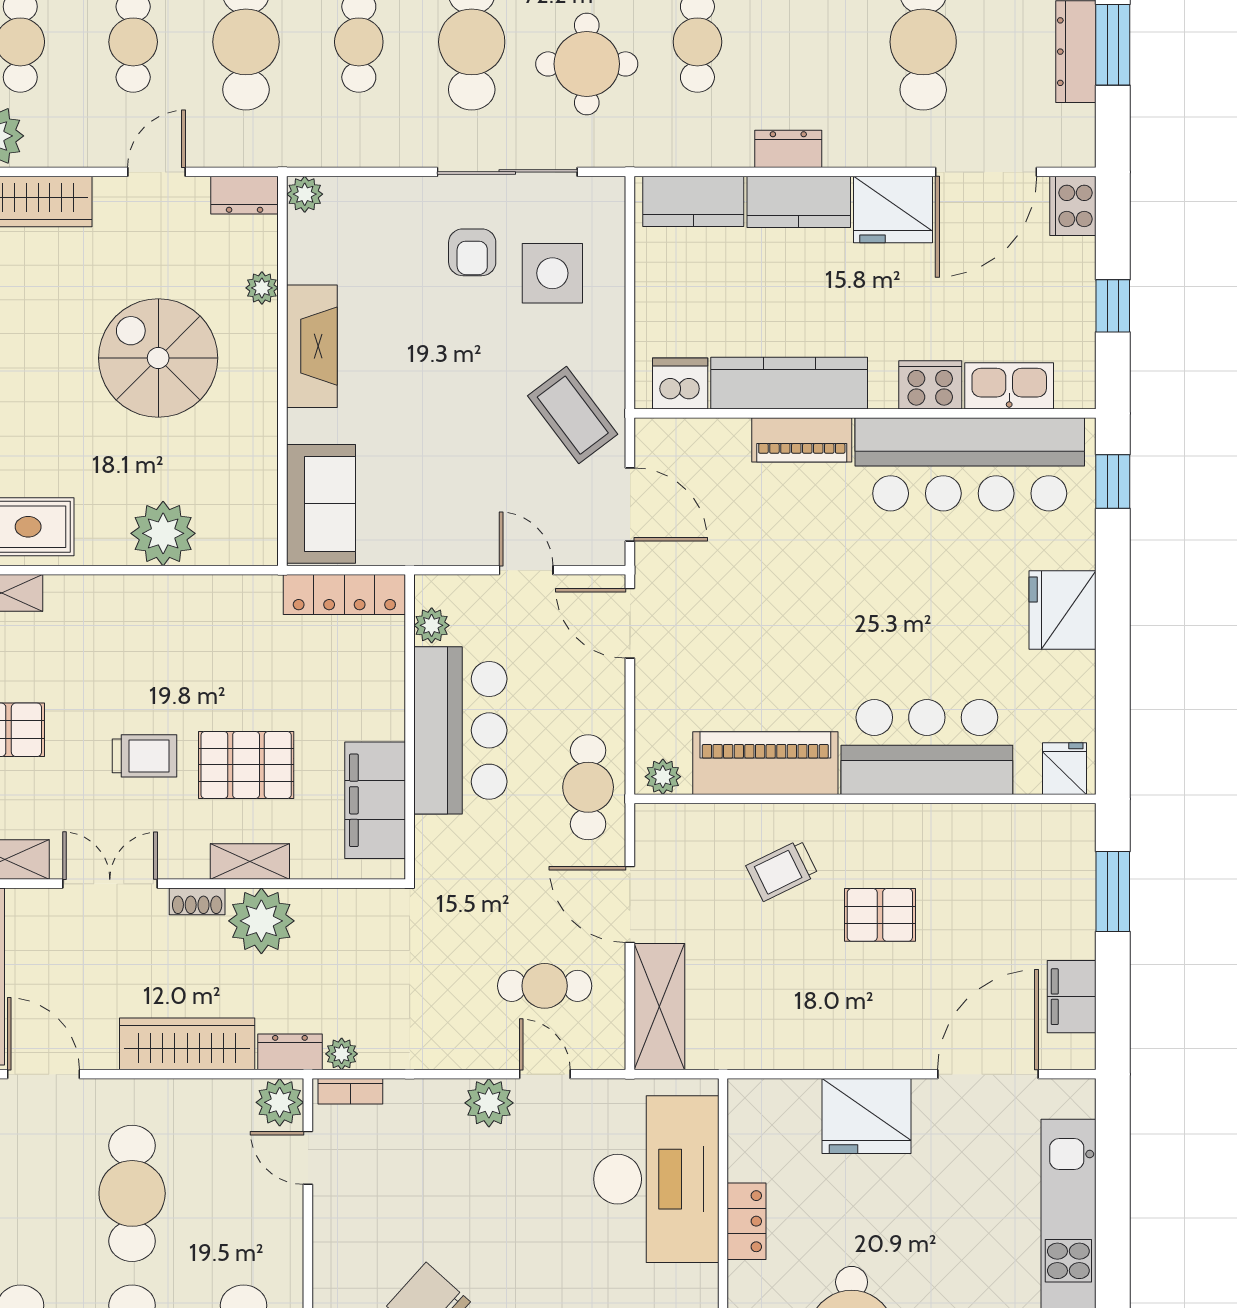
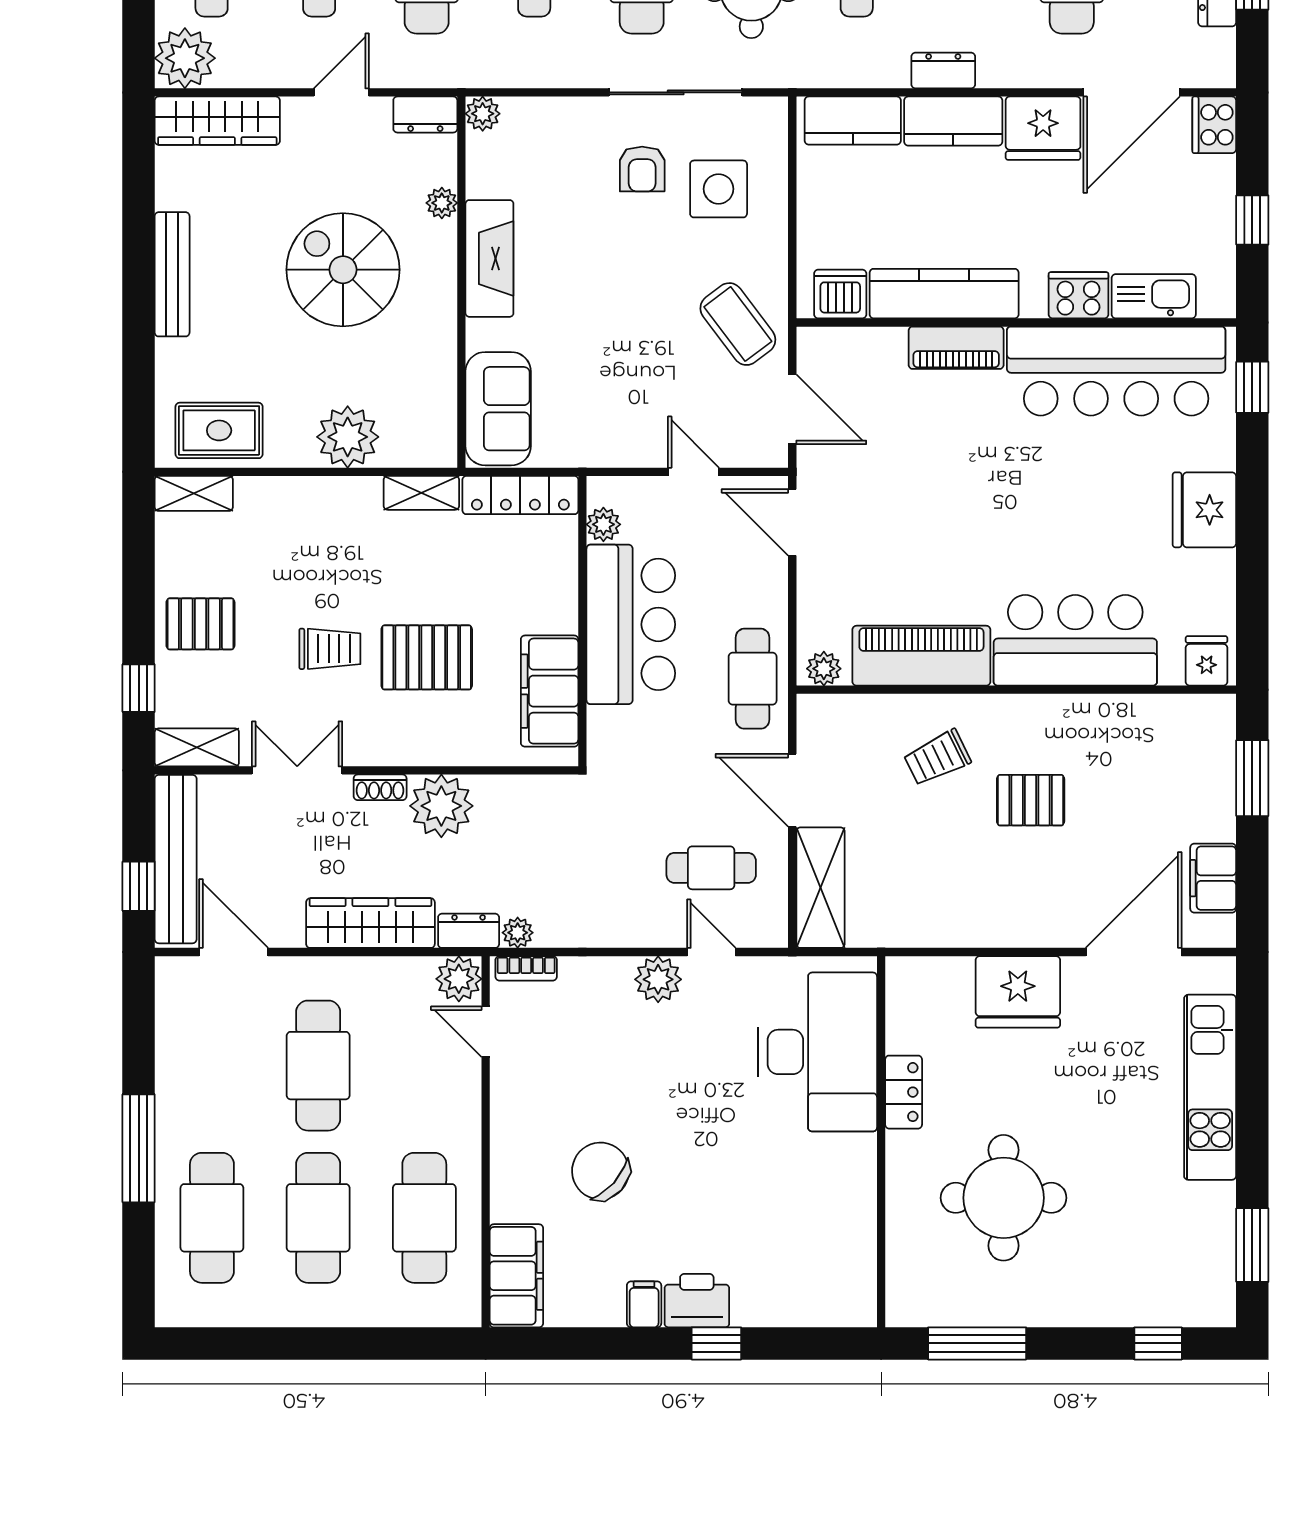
shelving: (250, 862) -> (421, 493), moved

